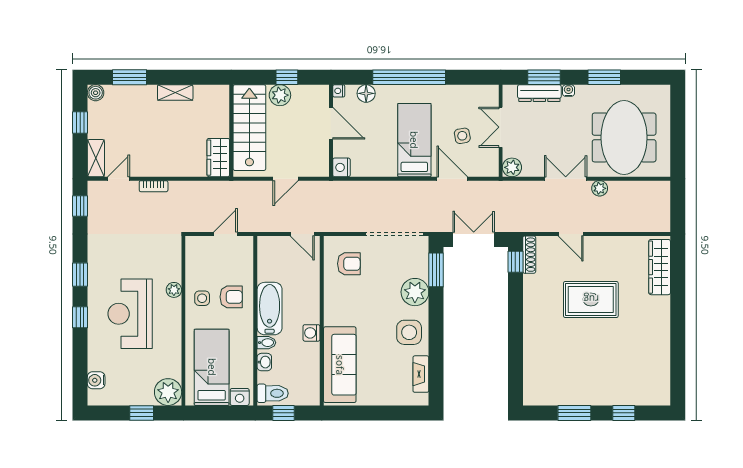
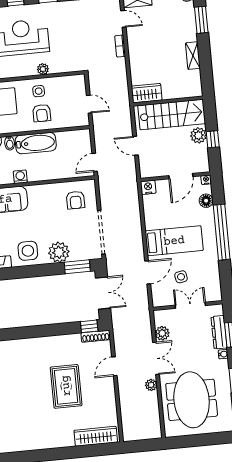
meeting table: (624, 137) -> (192, 400), turned 90
plant: (512, 167) -> (162, 333), moved

